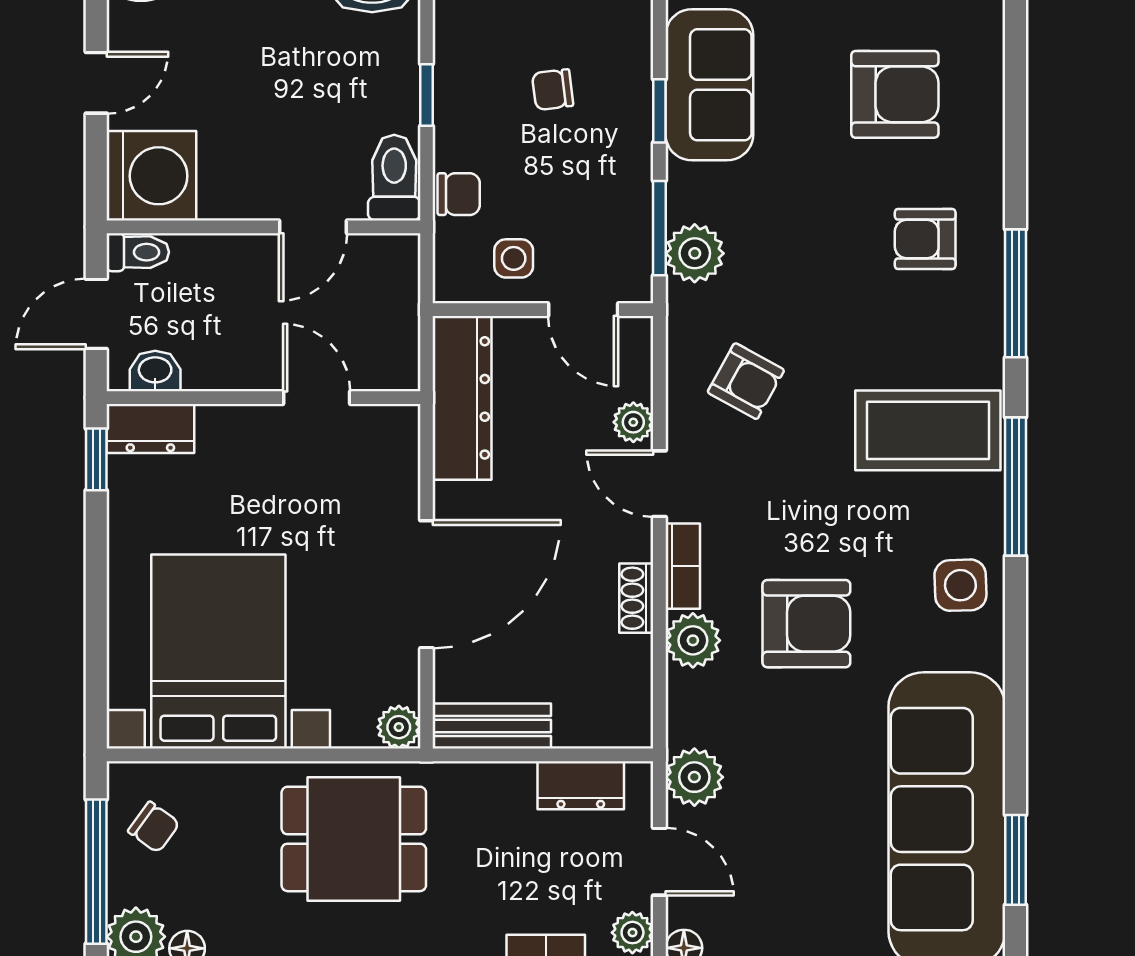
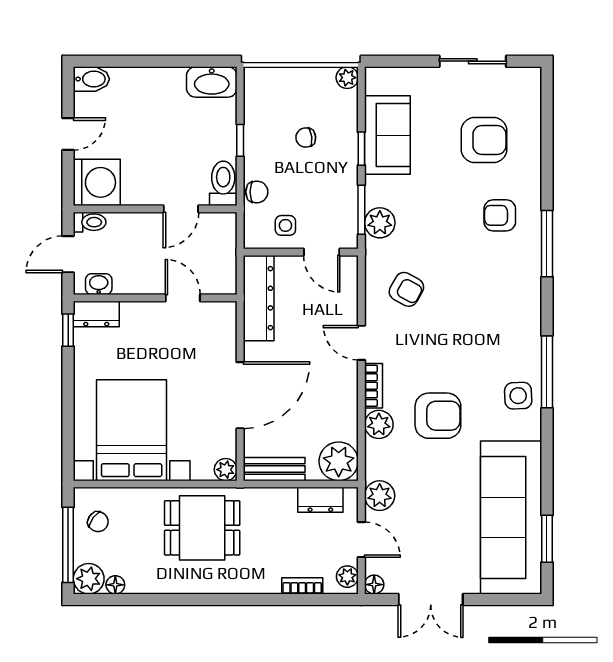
plant: (633, 422) -> (339, 461), moved, width x1.87, depth x1.87
coffee table: (928, 430) -> (501, 315), removed
window: (1016, 486) -> (547, 372), moved
shoe rack: (636, 598) -> (349, 402), removed

